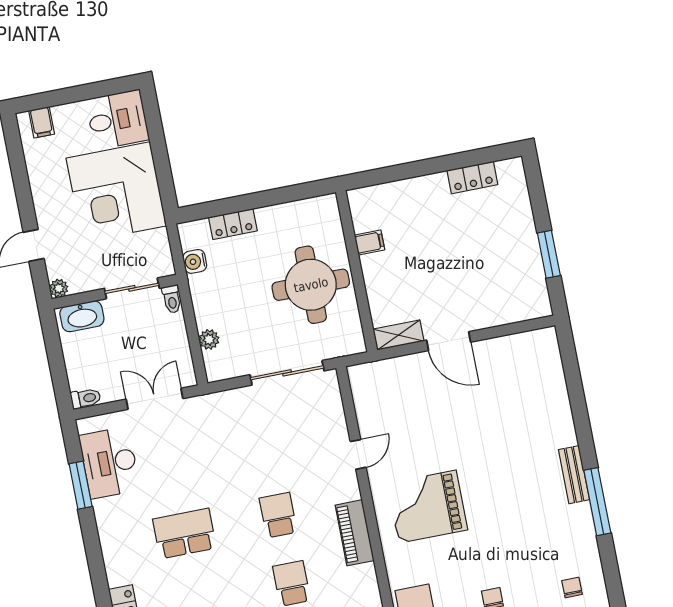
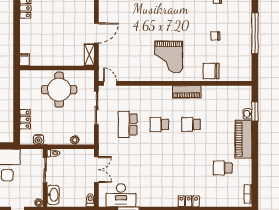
filing cabinet: (370, 243) -> (25, 60), moved
double door: (155, 399) -> (96, 170), swing flipped
door: (358, 454) -> (110, 83), moved
piano: (355, 533) -> (187, 92), moved
school desk: (184, 534) -> (128, 124), moved

